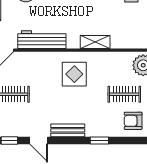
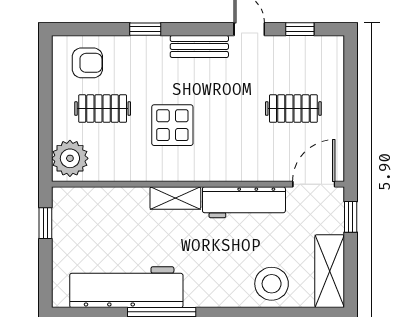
shelving: (95, 42) -> (175, 198), moved
display table: (74, 74) -> (172, 125), moved

